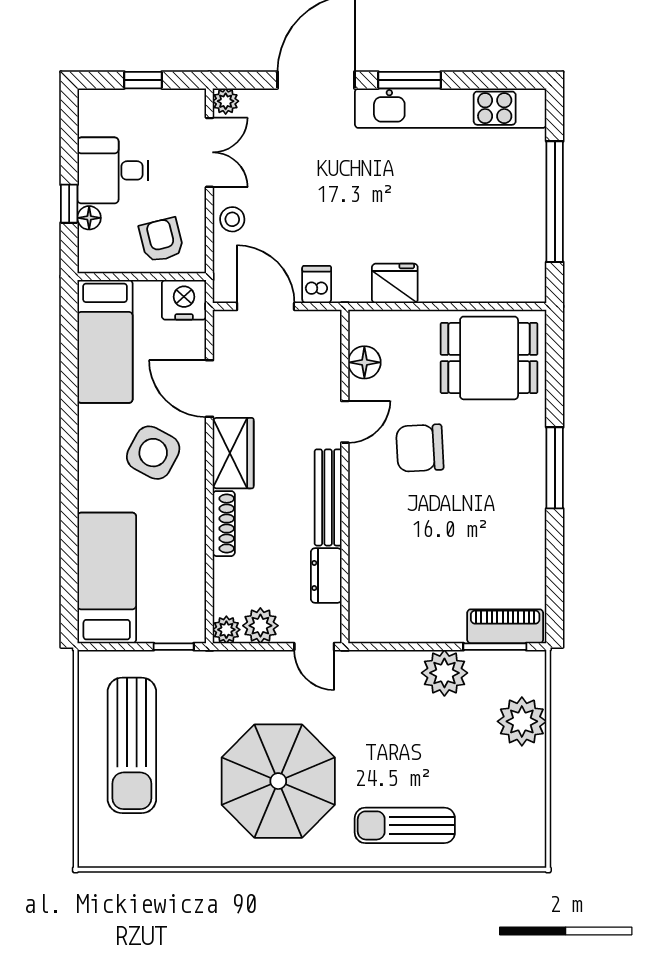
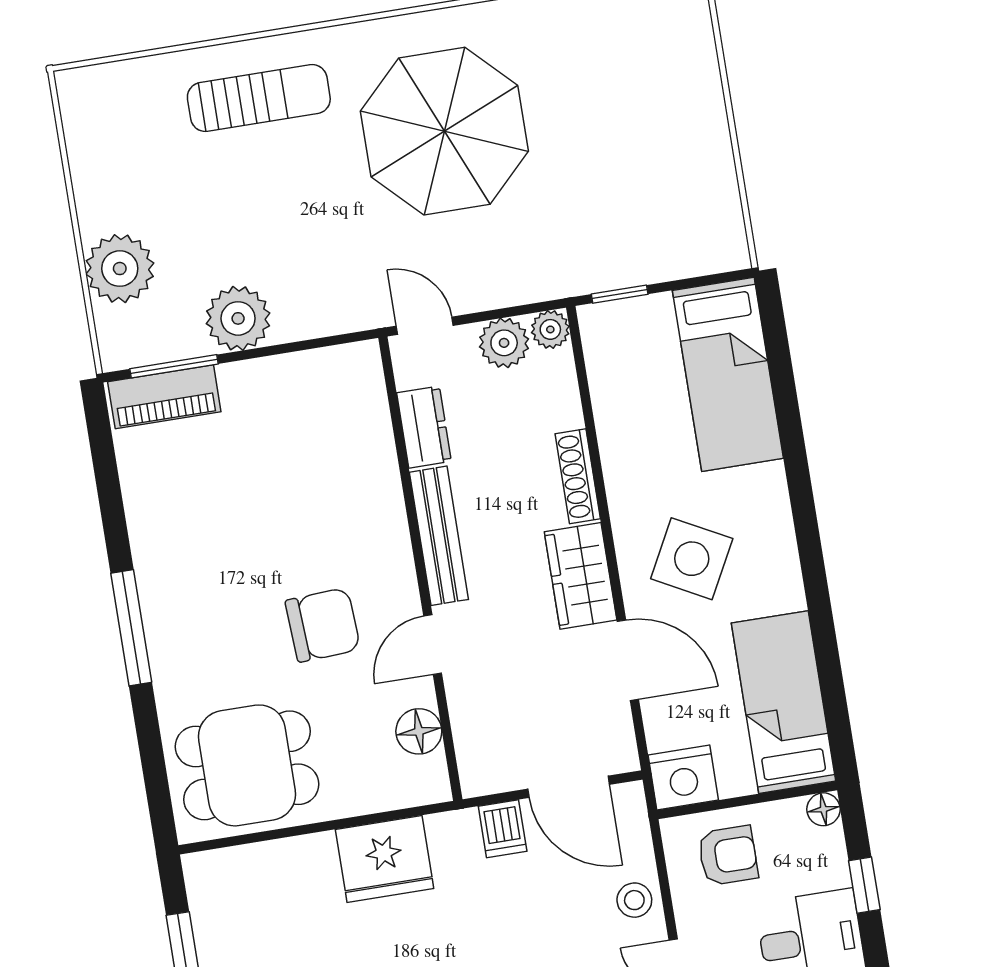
floor lamp: (89, 218) -> (824, 809), moved
armchair: (161, 240) -> (728, 856), turned -76
fridge: (395, 283) -> (385, 859), width x1.36, depth x1.34
sun lounger: (132, 745) -> (655, 148), removed

